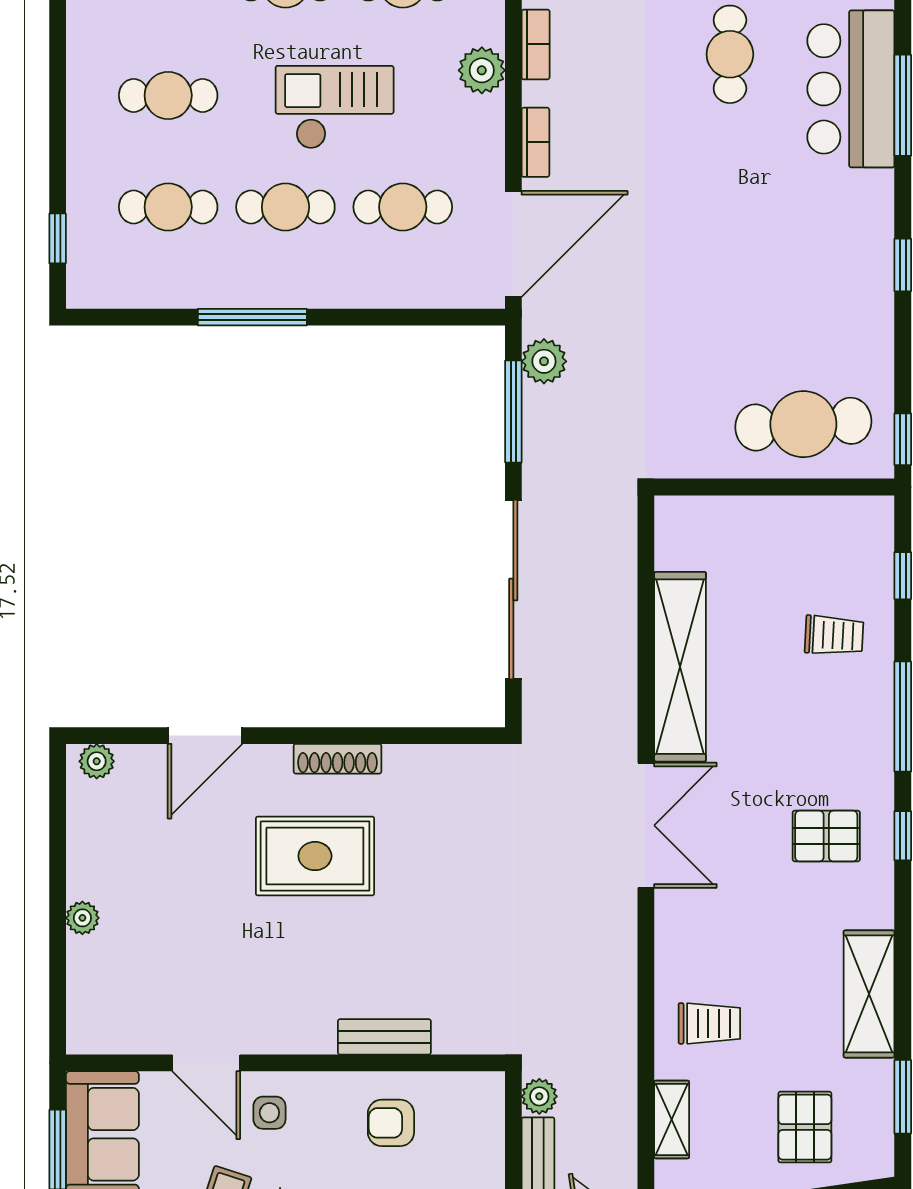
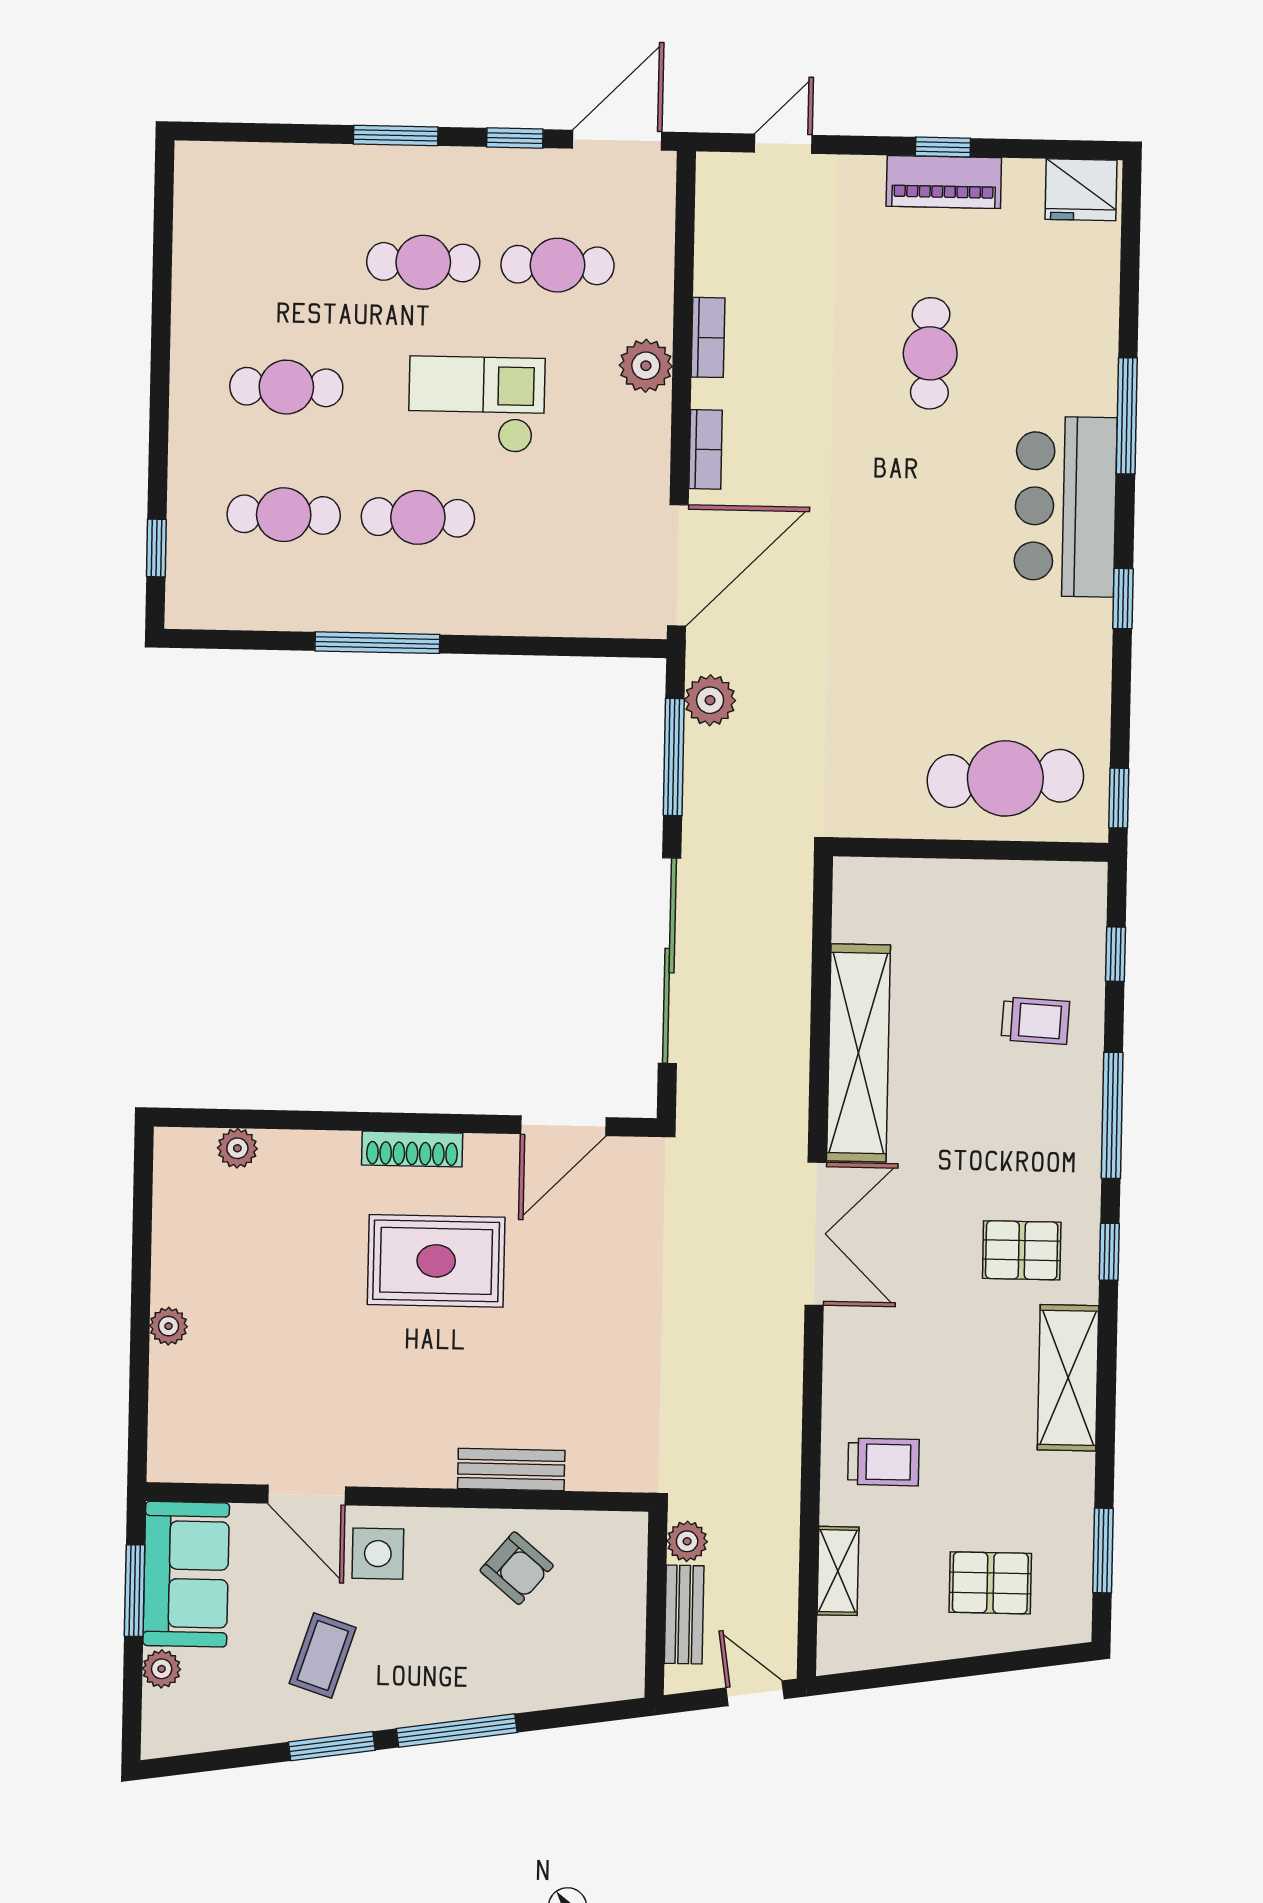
bar counter: (851, 89) -> (1065, 506), moved
cafe table: (403, 207) -> (552, 520), removed
door: (205, 736) -> (563, 1126), moved
shoe rack: (338, 759) -> (412, 1149), moved
plant: (97, 761) -> (237, 1148), moved
shelving: (869, 994) -> (1068, 1378), moved
side table: (269, 1113) -> (378, 1554), width x1.37, depth x1.37
armchair: (391, 1123) -> (517, 1568), turned -140
pallet: (805, 1127) -> (990, 1583), turned 90

